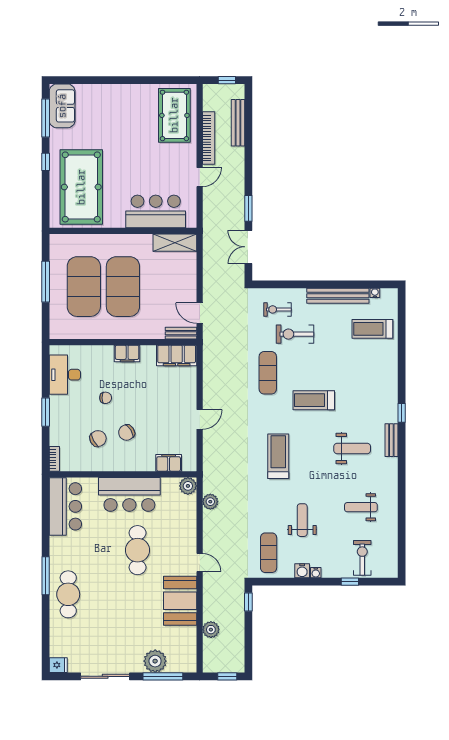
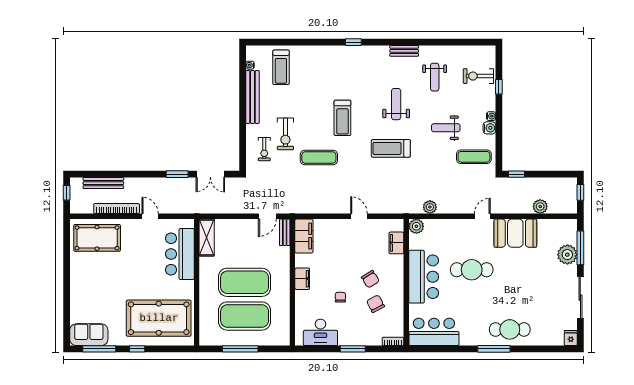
bench: (391, 440) -> (404, 51), moved
weight bench: (352, 448) -> (396, 104), moved

